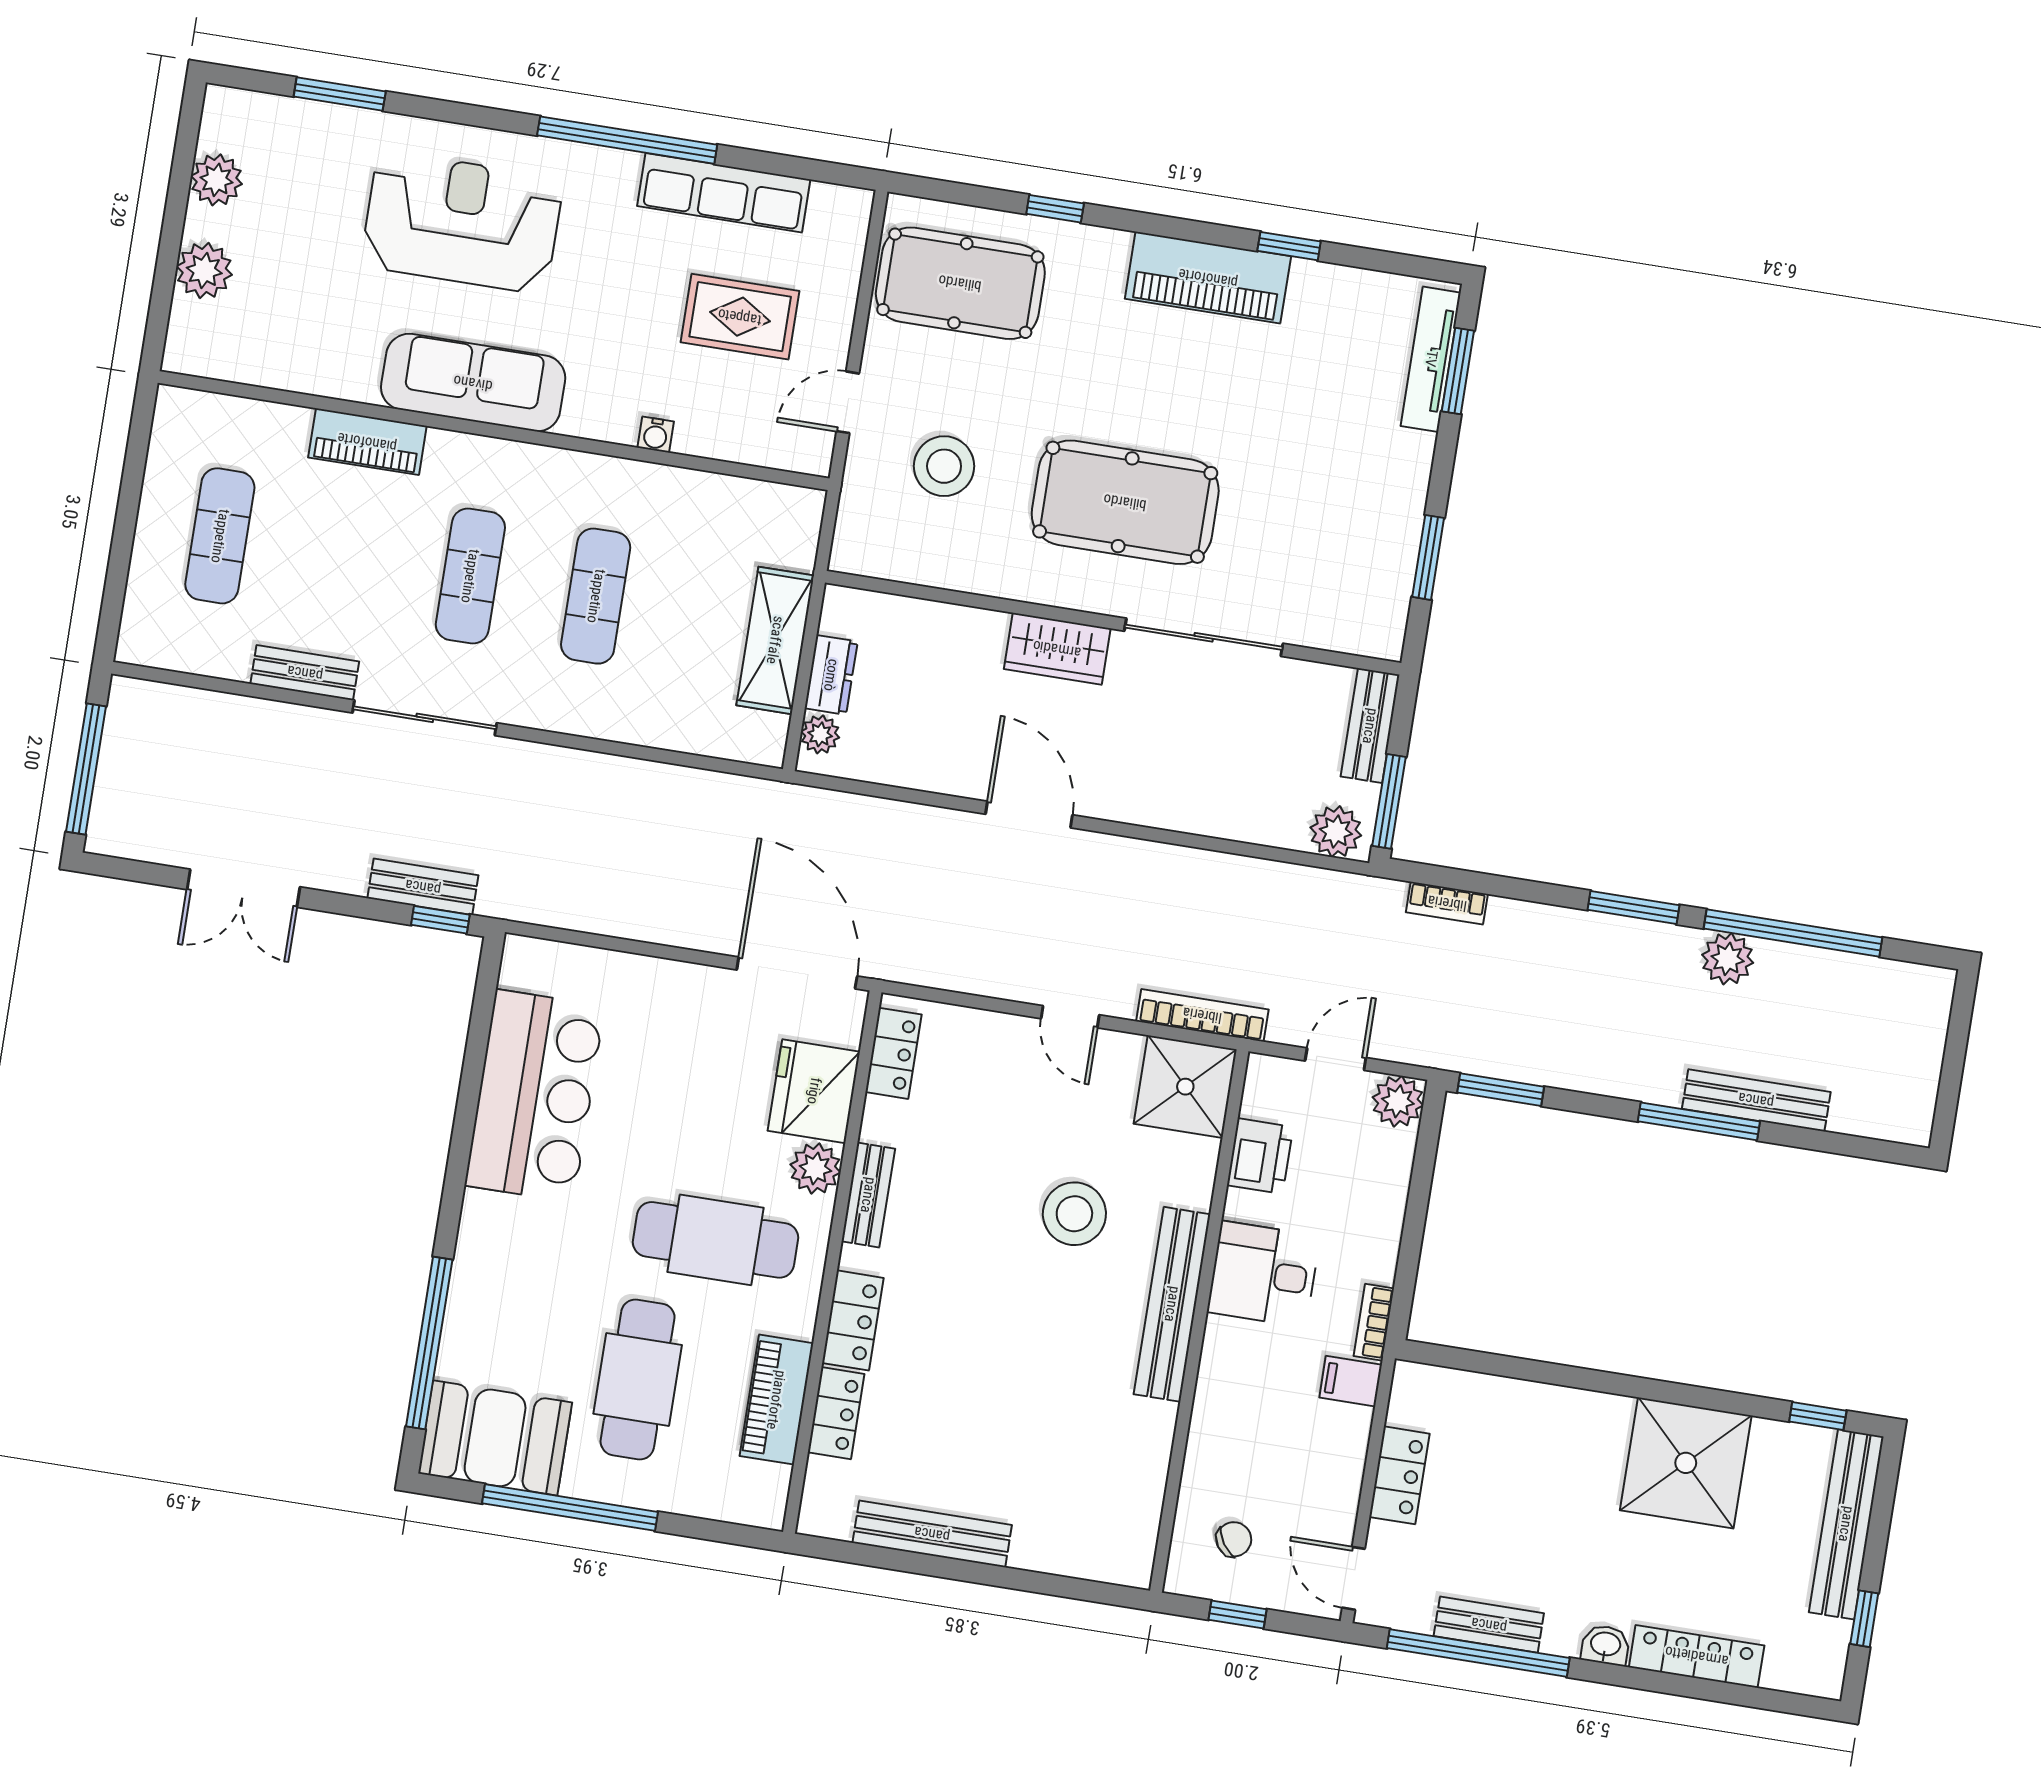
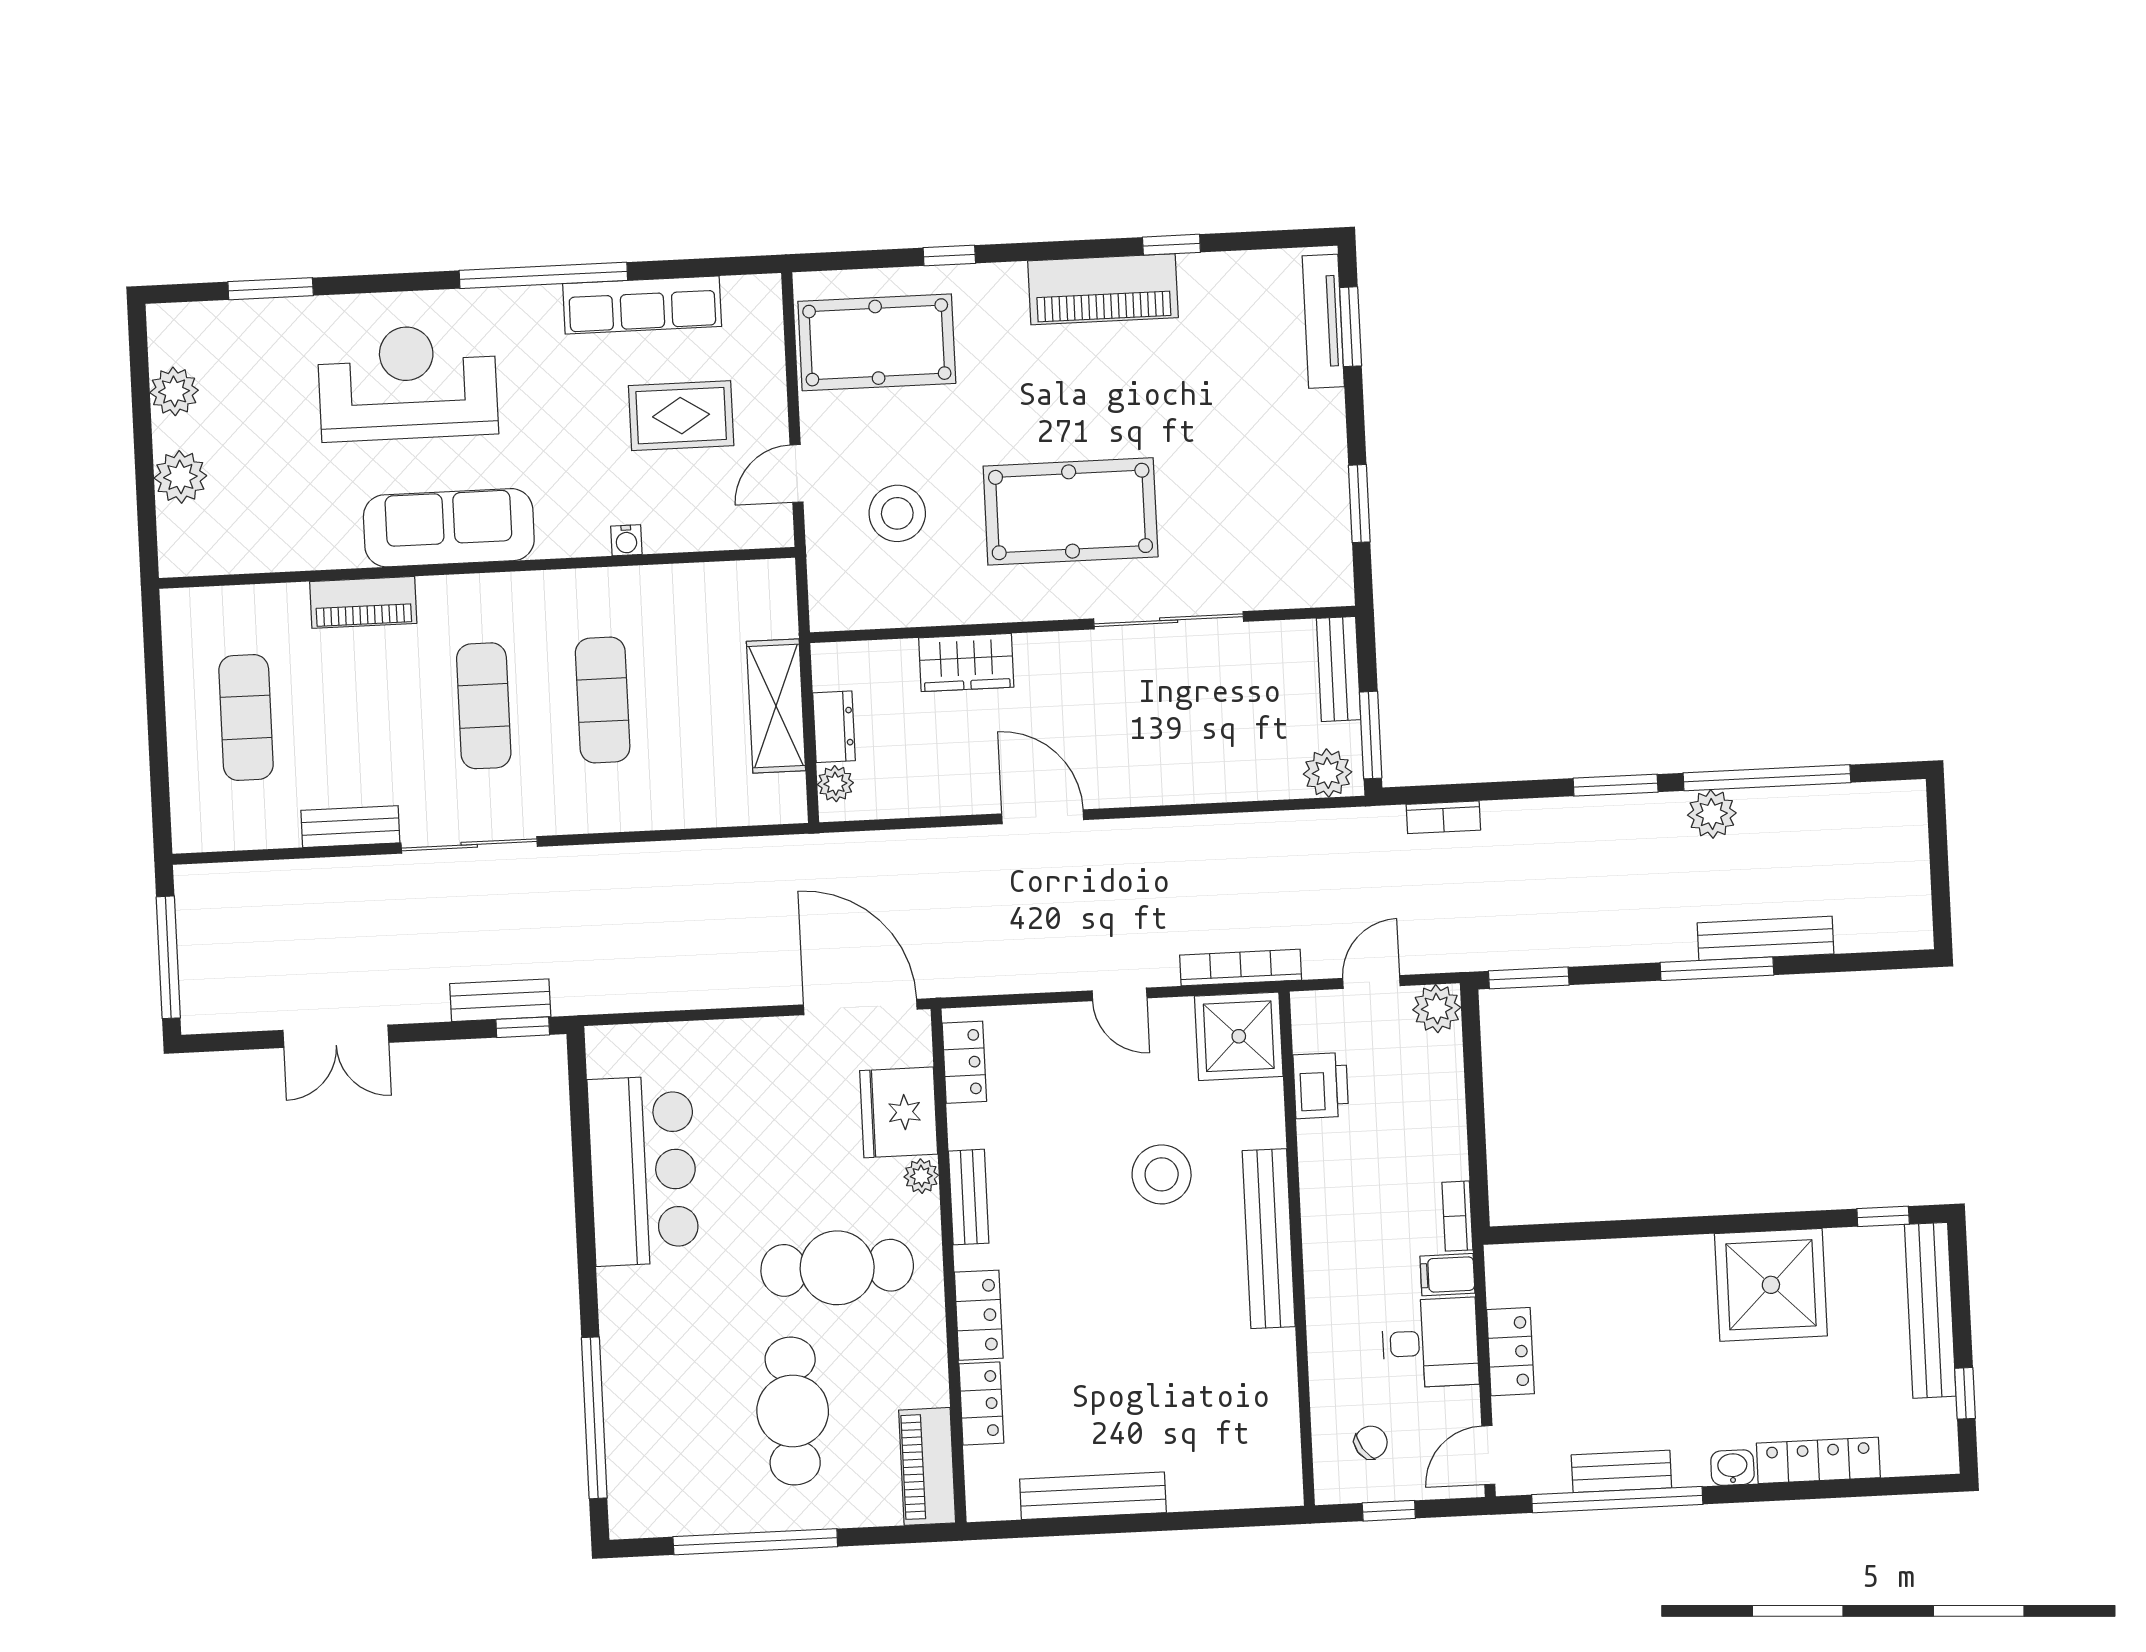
wardrobe: (1057, 649) -> (966, 662), moved
plant: (815, 1168) -> (921, 1176), width x0.73, depth x0.73
desk: (1264, 1274) -> (1430, 1343), moved, turned 180
piano: (776, 1400) -> (927, 1466), moved
booth: (495, 1438) -> (673, 1492), removed
door: (1354, 1578) -> (1488, 1455), hinge flipped

